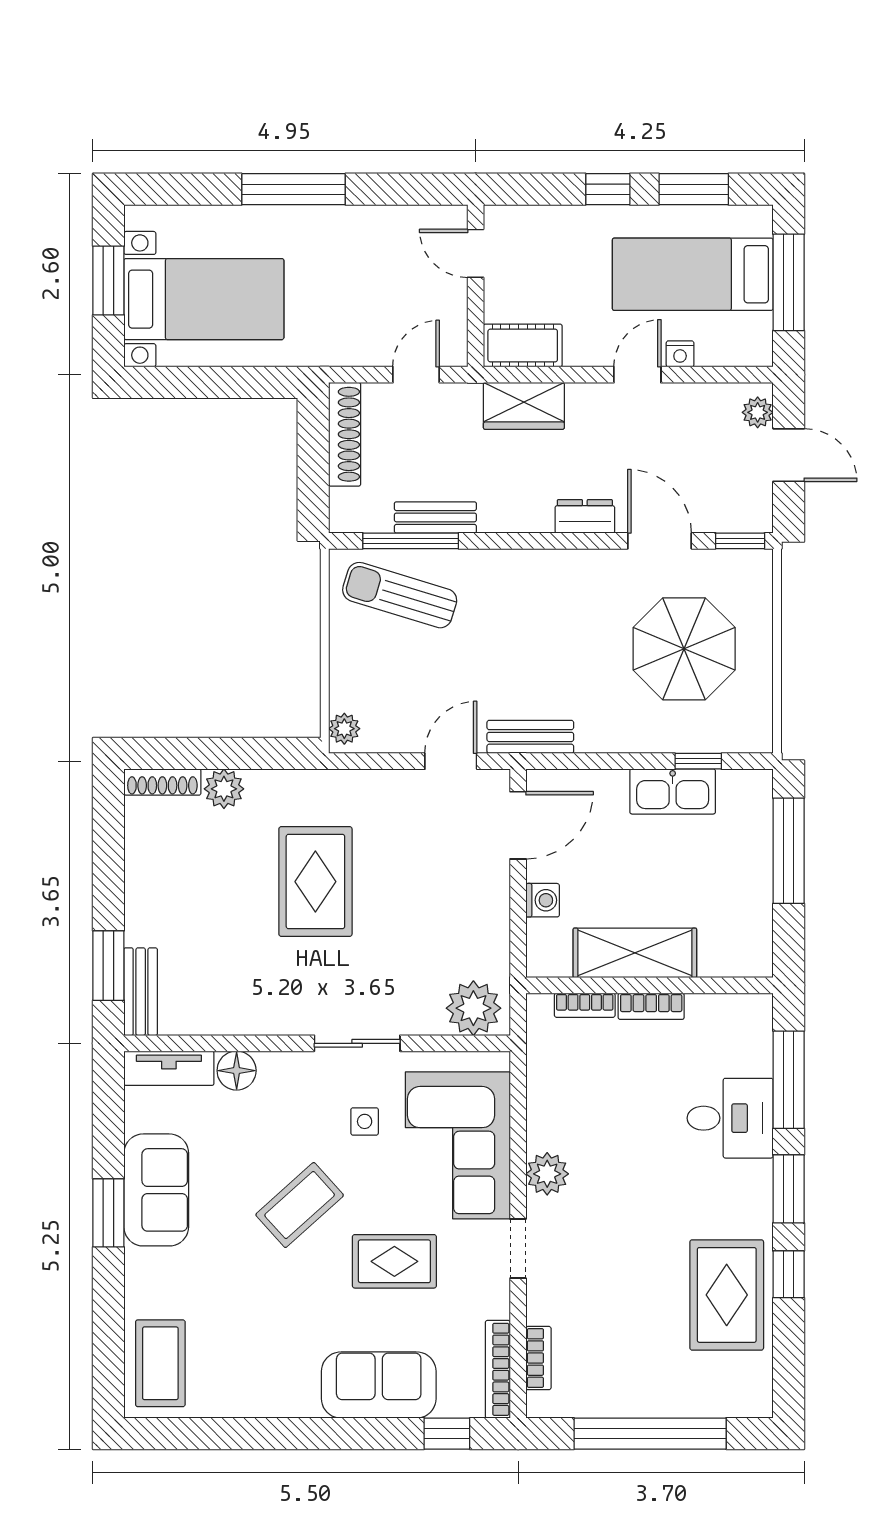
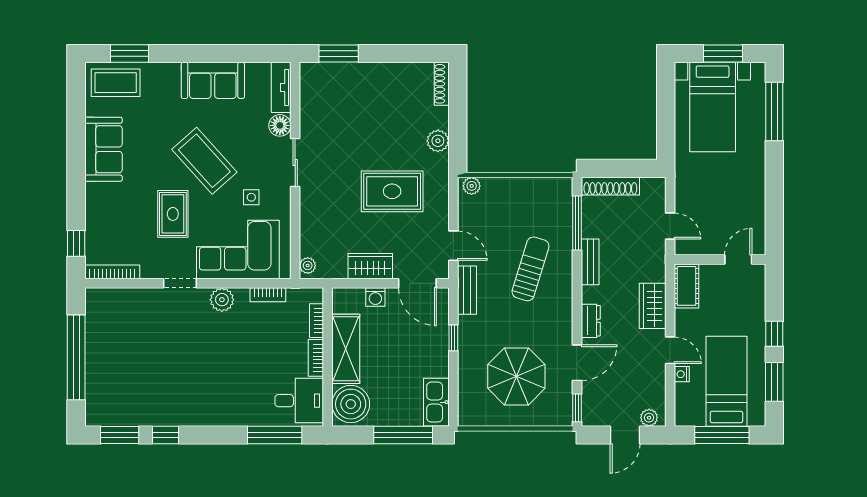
window: (294, 189) -> (774, 111), moved
wardrobe: (524, 406) -> (653, 306), moved
shoe rack: (345, 434) -> (610, 186), moved
bench: (435, 517) -> (590, 262), moved
sun lounger: (400, 595) -> (530, 269), moved
window: (698, 761) -> (453, 338), moved
plant: (224, 789) -> (438, 141), moved
kitchen sink: (673, 791) -> (436, 402), moved
rug: (315, 882) -> (392, 191), moved
wardrobe: (487, 910) -> (370, 266), added
boiler: (733, 944) -> (351, 404), added
bench: (141, 992) -> (324, 72), removed
plant: (473, 1008) -> (308, 266), width x0.53, depth x0.53
sliding door: (357, 1043) -> (295, 162), moved
desk: (730, 1118) -> (299, 401), moved, turned -90
window: (789, 1189) -> (120, 435), moved
coffee table: (300, 1205) -> (204, 161), width x1.36, depth x1.32
window: (108, 1213) -> (129, 54), moved
rug: (727, 1295) -> (154, 400), removed
bookcase: (538, 1358) -> (268, 295), moved
sofa: (379, 1385) -> (103, 149), moved

